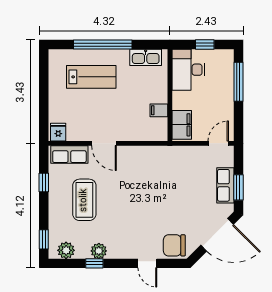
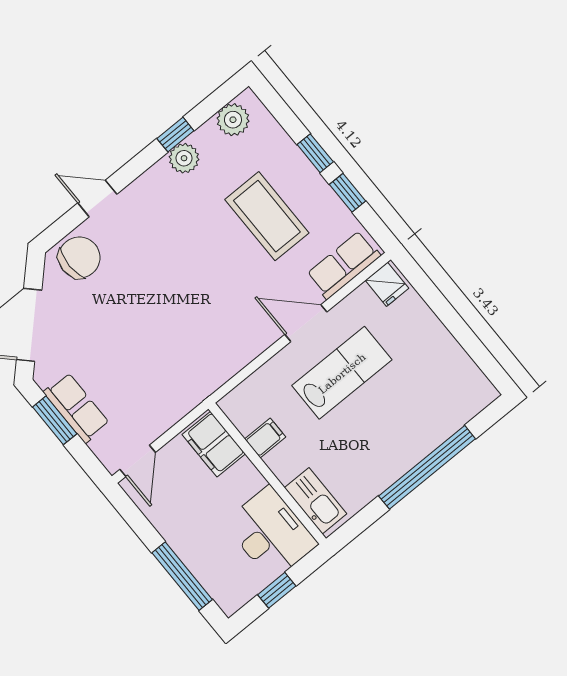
kitchen sink: (146, 57) -> (316, 501), moved, turned 90
lab bench: (91, 77) -> (342, 373), moved, turned 180
window: (44, 239) -> (315, 153), moved

